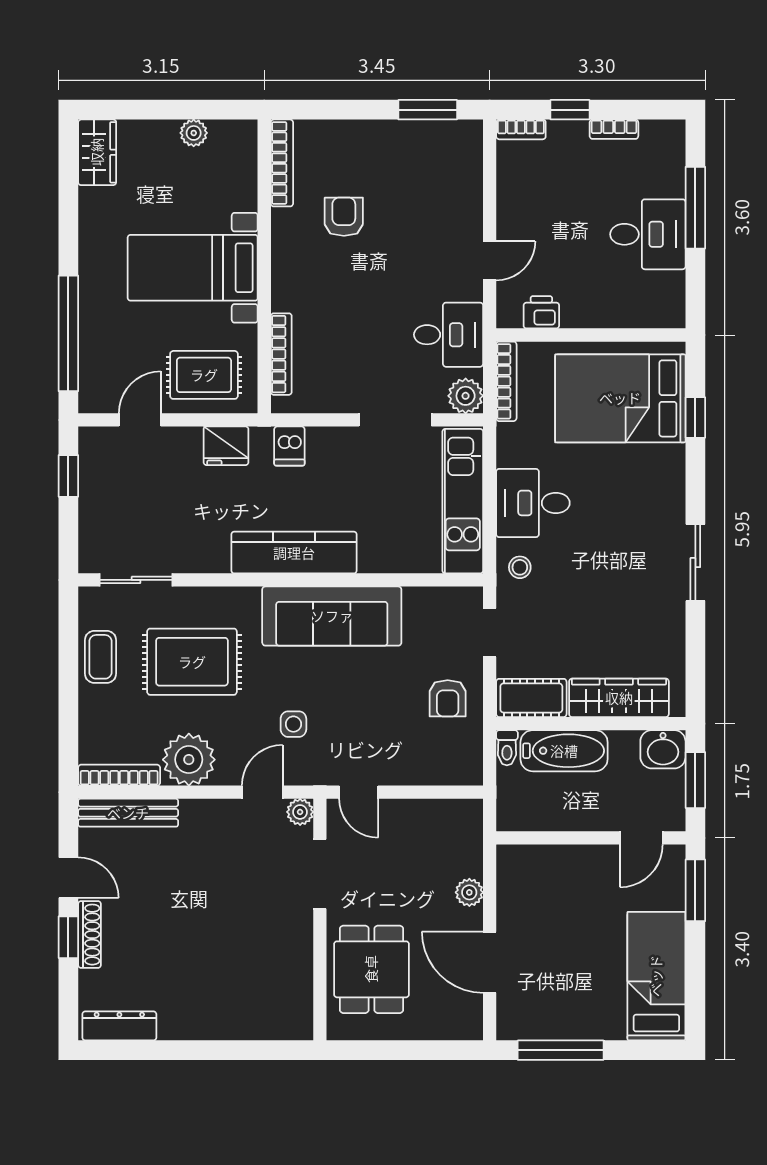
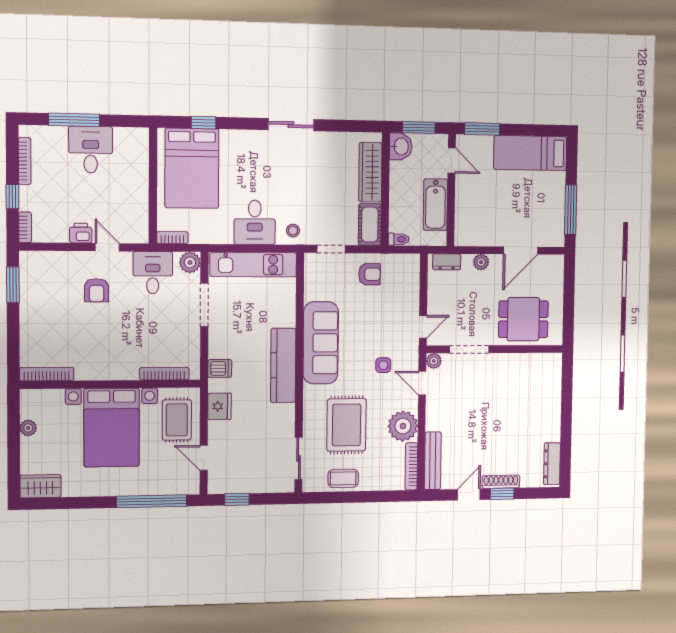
bookcase: (614, 129) -> (25, 161), width x1.56
armchair: (344, 217) -> (96, 290), moved, turned -90
bed with nightstands: (193, 268) -> (112, 428), width x1.36
printer: (541, 312) -> (81, 233), moved, turned 90
bookcase: (506, 381) -> (172, 238), width x0.64
bathtub: (564, 751) -> (435, 205), moved, turned 180
dresser: (469, 832) -> (447, 262), added

